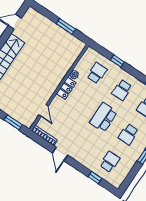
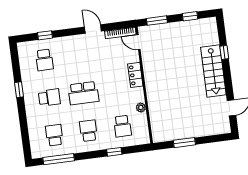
locker: (66, 88) -> (135, 75), moved
door: (44, 111) -> (138, 42), moved
school desk: (103, 117) -> (83, 93), turned 90
school desk: (128, 134) -> (49, 98), turned 90

